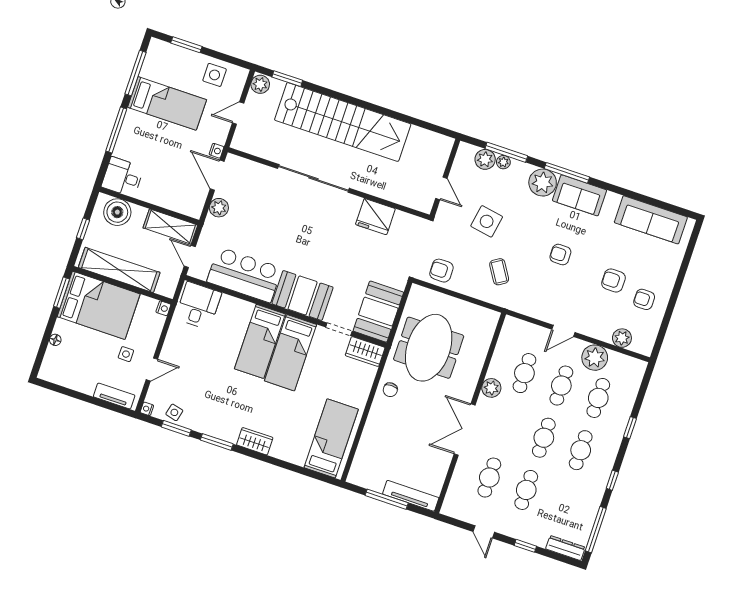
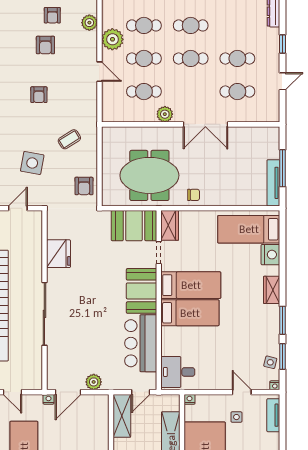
nightstand: (295, 453) -> (270, 255), added
tv unit: (411, 496) -> (273, 183), moved

